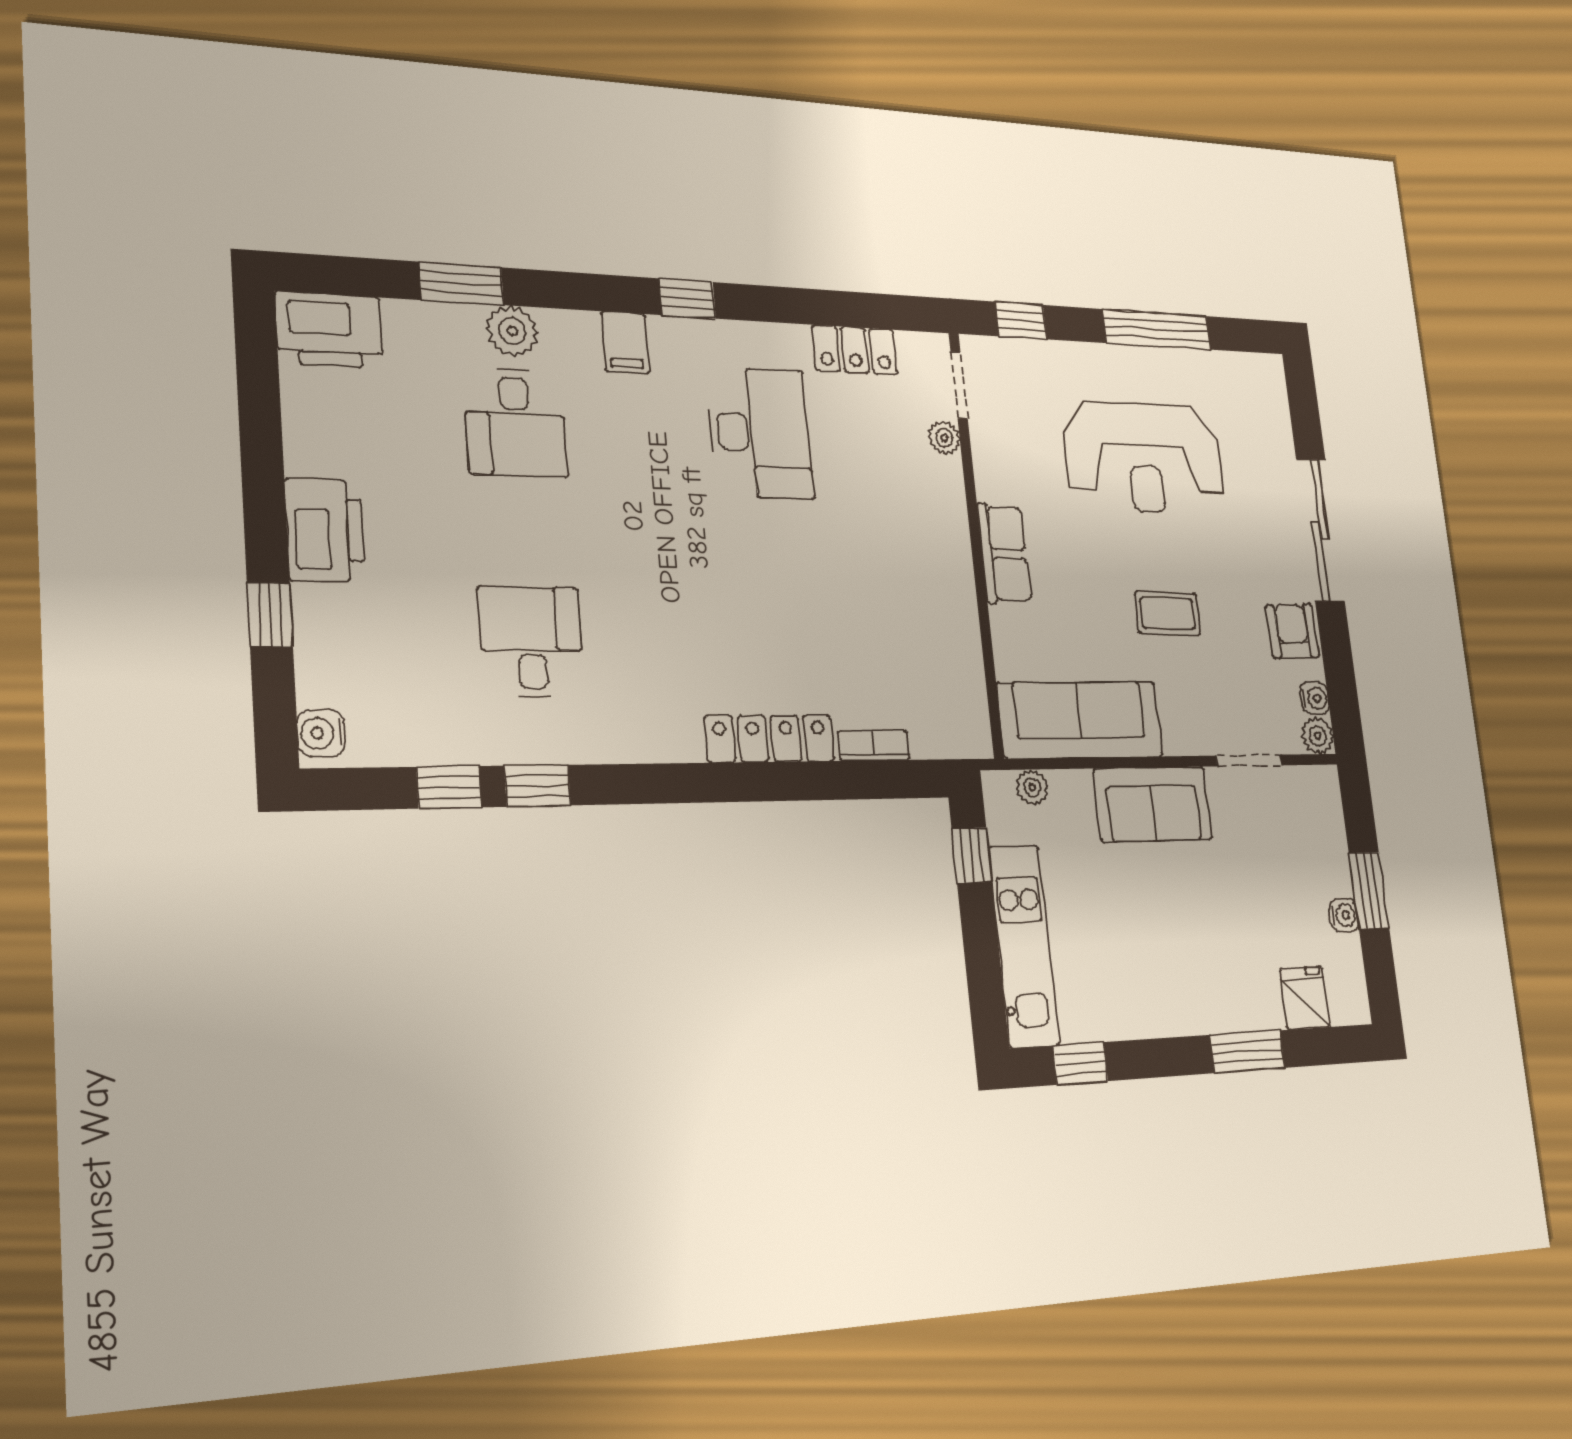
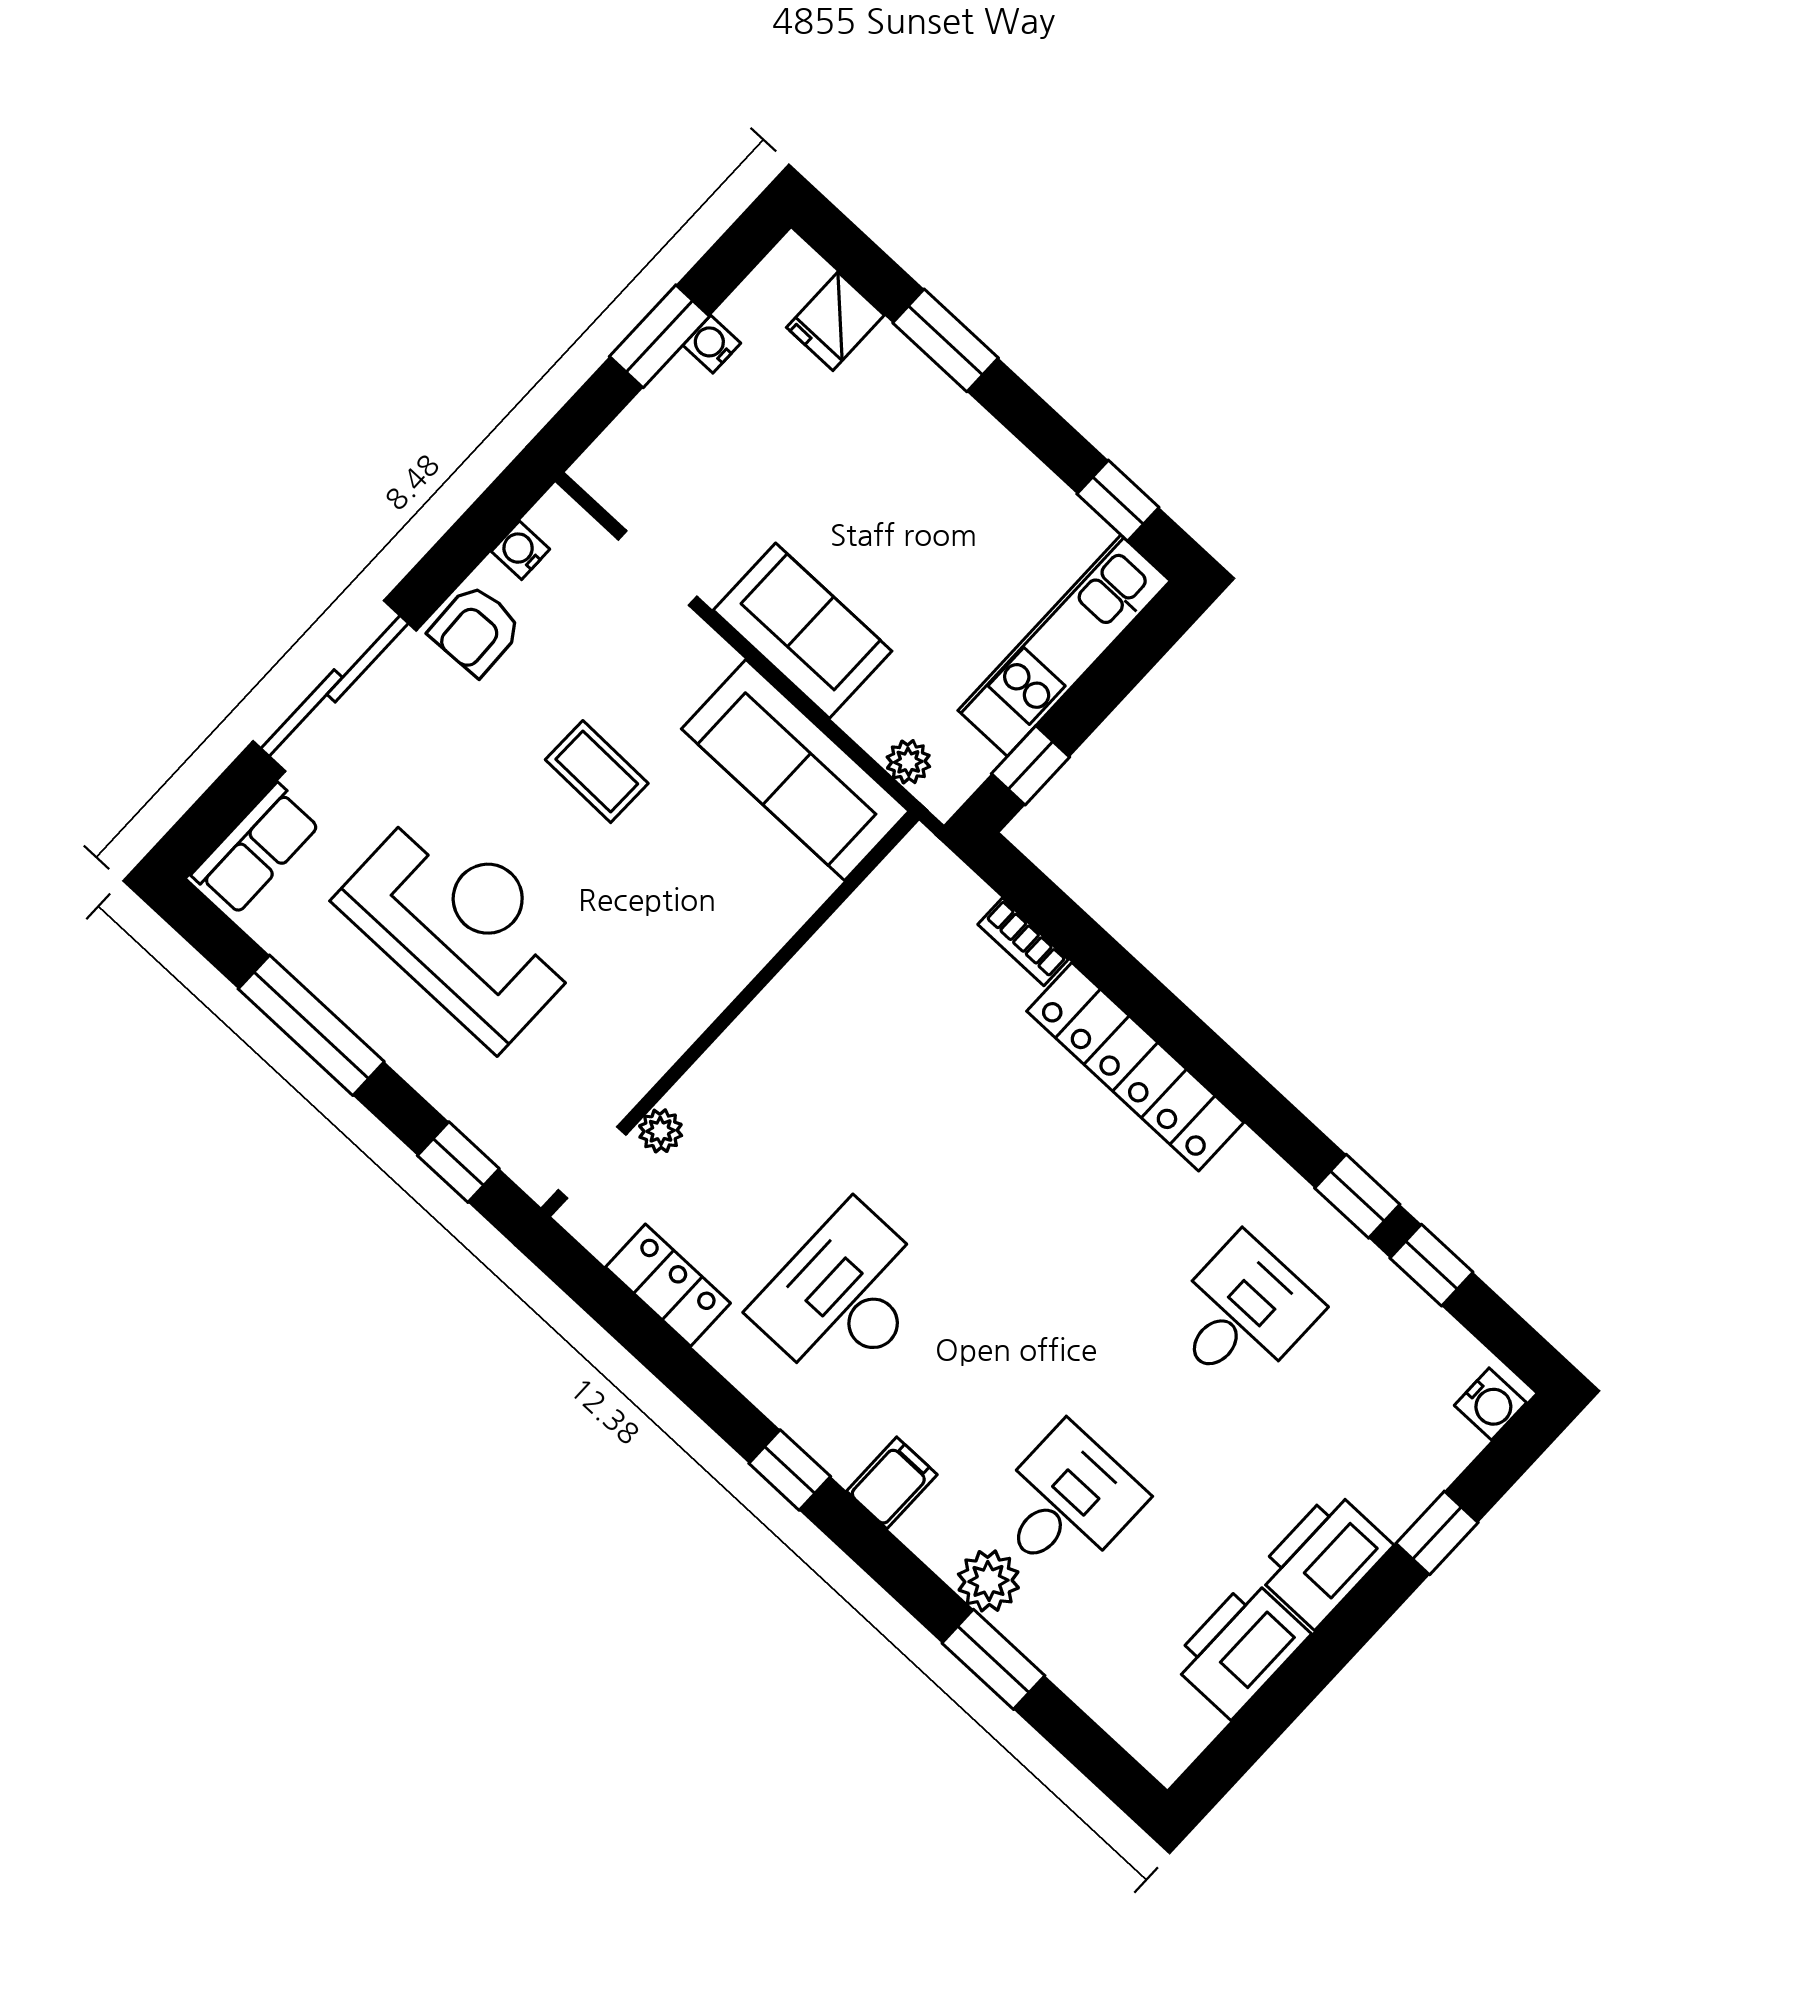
printer: (329, 330) -> (1240, 1648), moved, turned -90
row of seats: (1004, 554) -> (256, 849), moved, turned 180
desk: (531, 642) -> (1242, 1313), turned 180
plant: (1318, 736) -> (556, 516), removed
locker: (770, 739) -> (1135, 1067), width x1.41, depth x1.21

